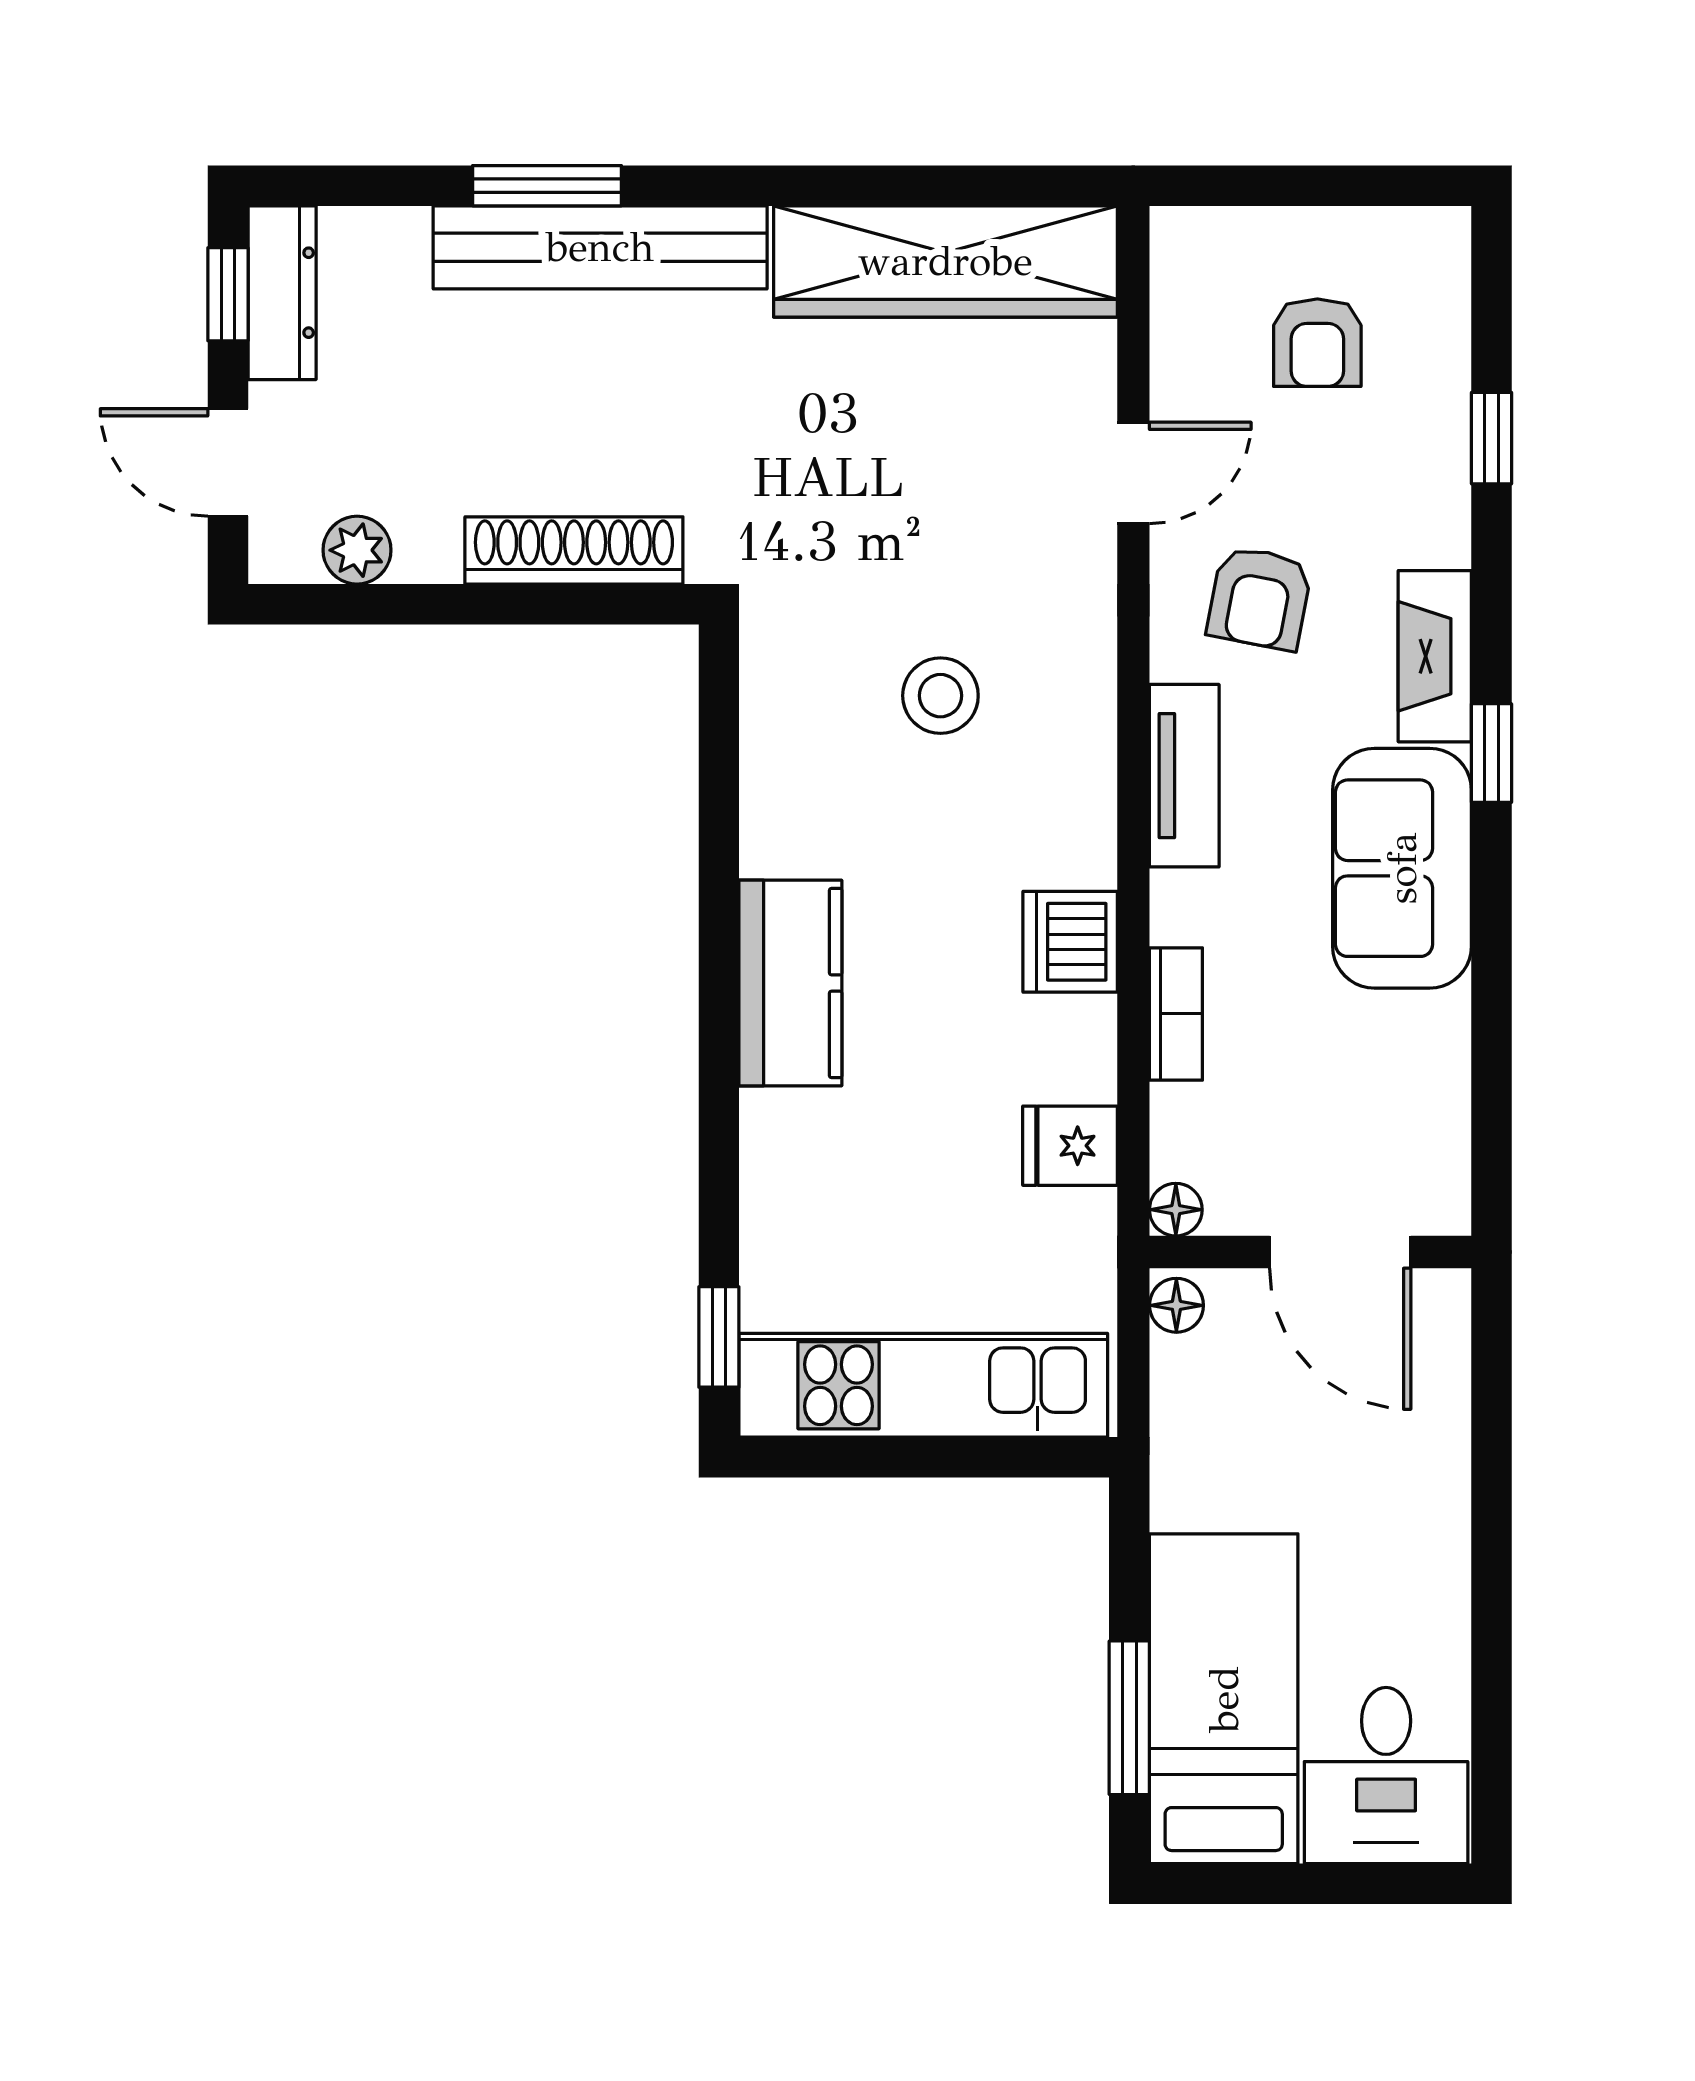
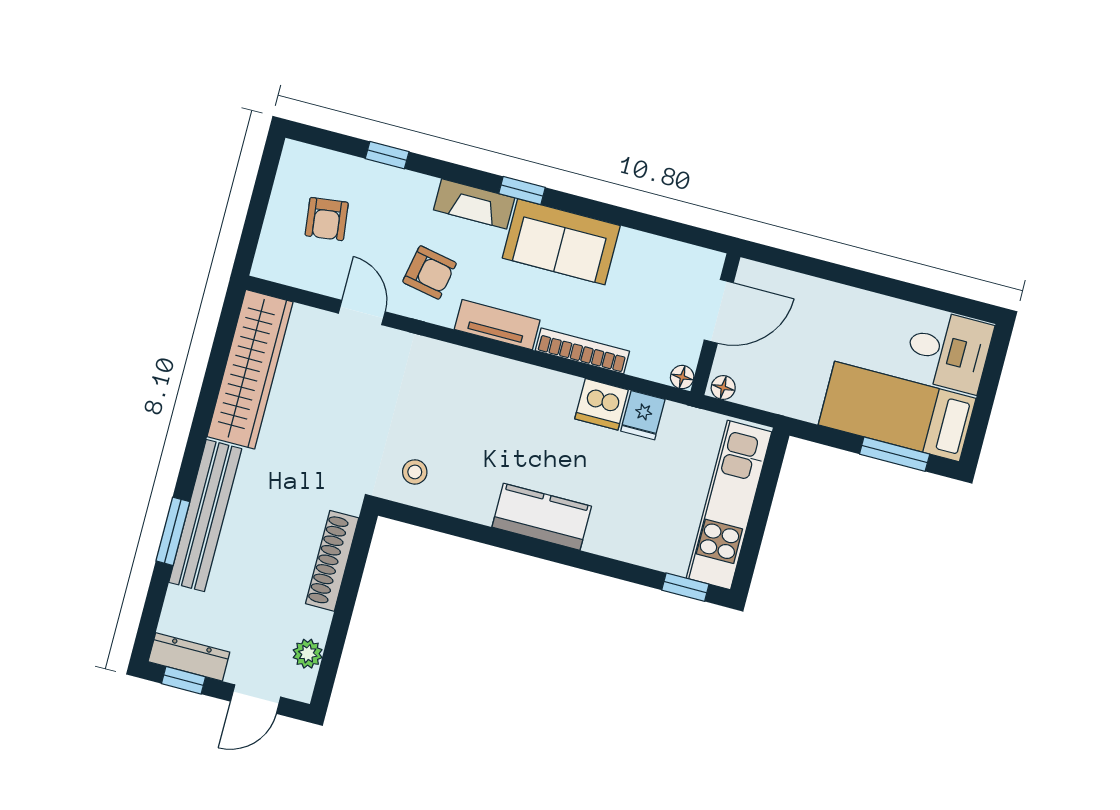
armchair: (1317, 343) -> (327, 219), turned 83
stool: (940, 696) -> (415, 472), moved, width x0.73, depth x0.73
dishwasher: (1070, 942) -> (602, 404), moved
bookcase: (1176, 1014) -> (582, 351), width x1.56

